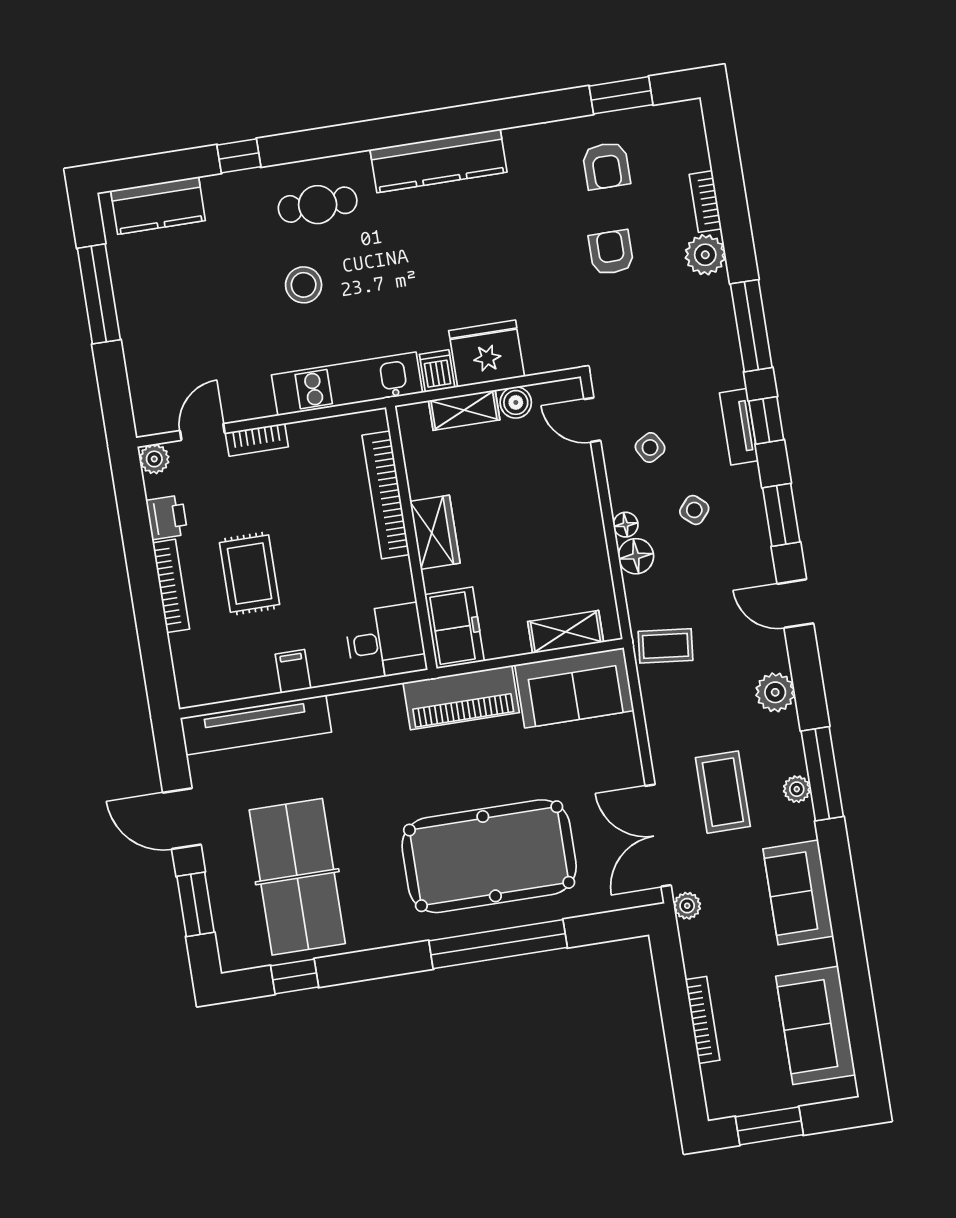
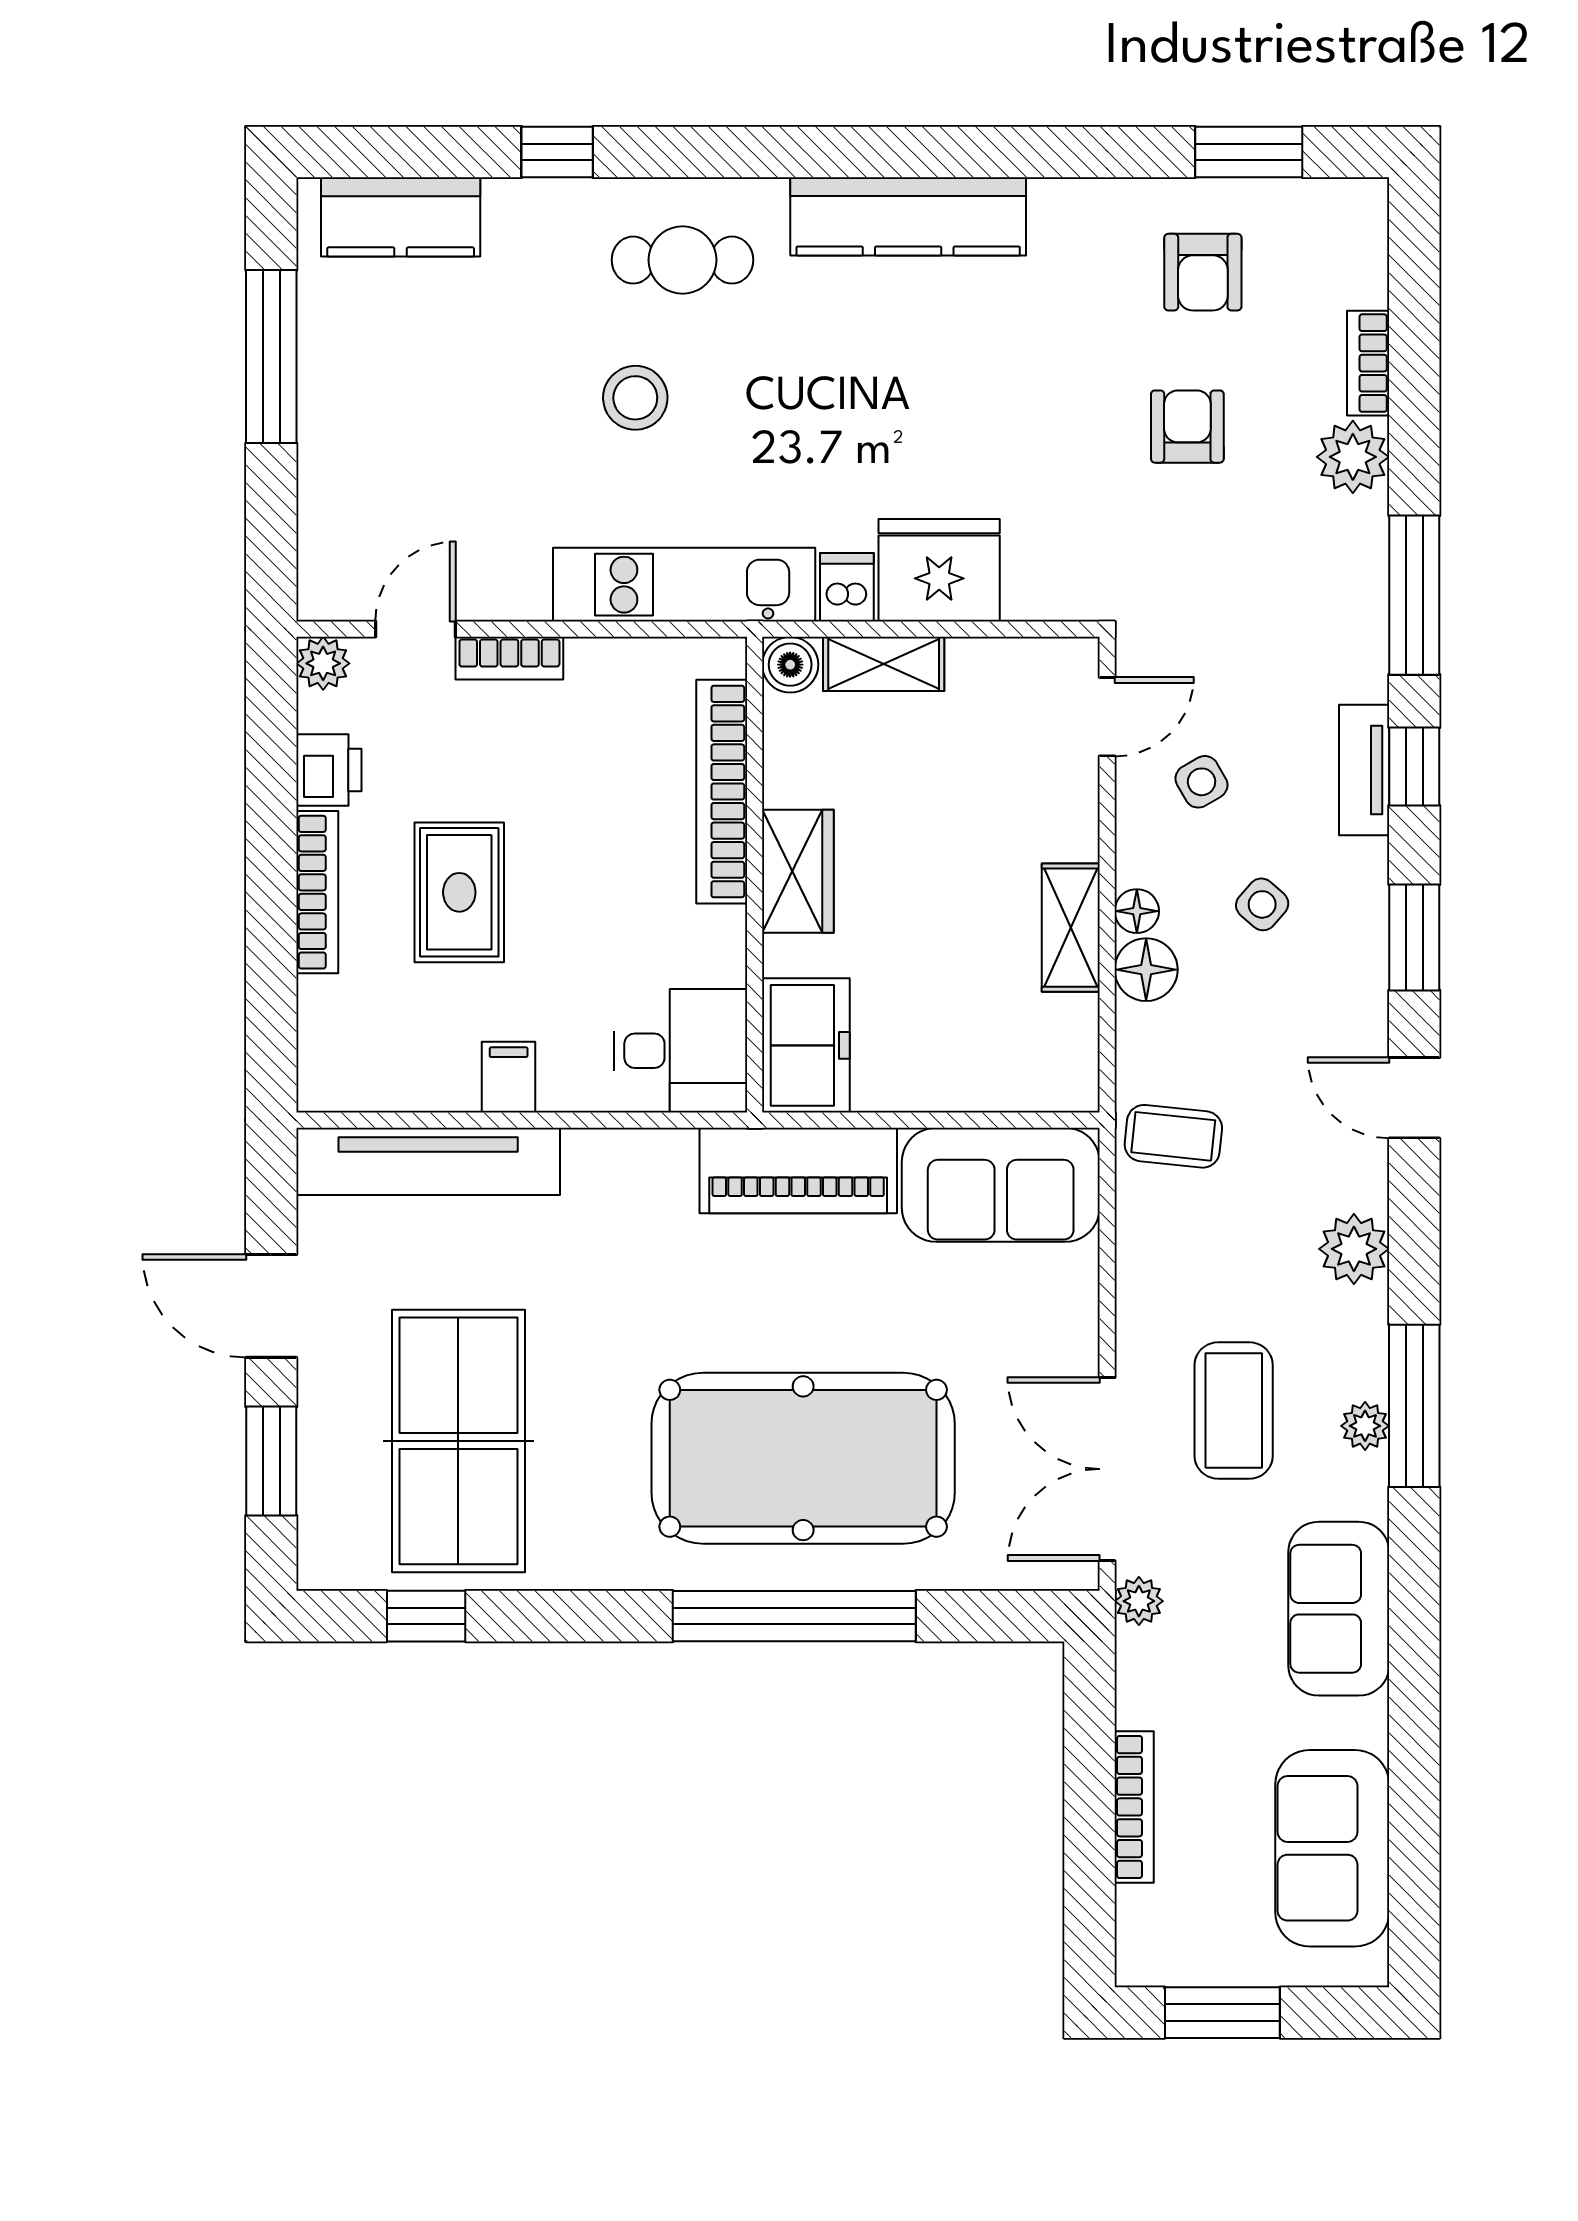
boiler: (516, 402) -> (790, 665), moved
door: (592, 420) -> (1107, 717), swing flipped
shelving: (566, 632) -> (1071, 928), moved, turned 90

